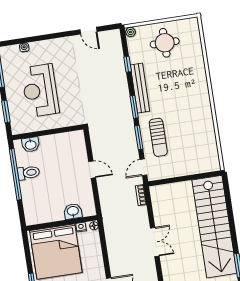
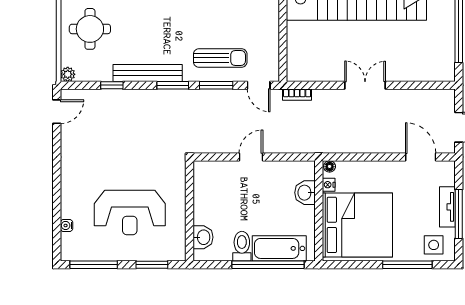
door: (88, 31) -> (57, 112), moved
window: (15, 174) -> (268, 265), moved
bathtub: (31, 199) -> (279, 248), added

